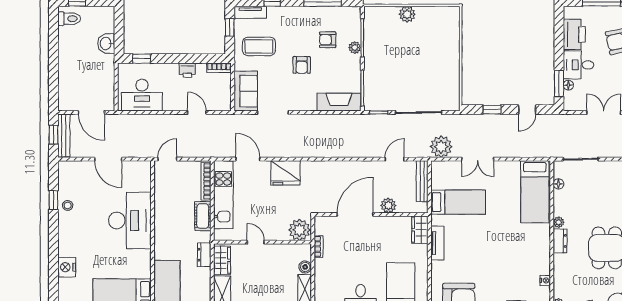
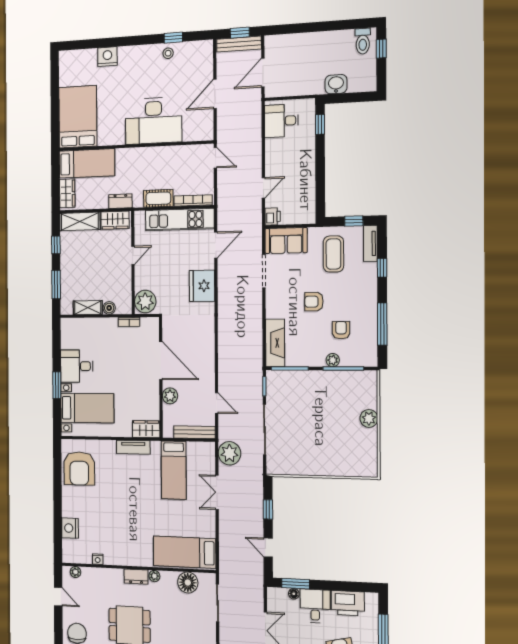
bookcase: (219, 68) -> (311, 211), removed
printer: (187, 70) -> (273, 216), moved, turned 180
desk: (142, 95) -> (281, 121), width x0.73
floor lamp: (558, 184) -> (188, 583), width x1.89, depth x1.89

